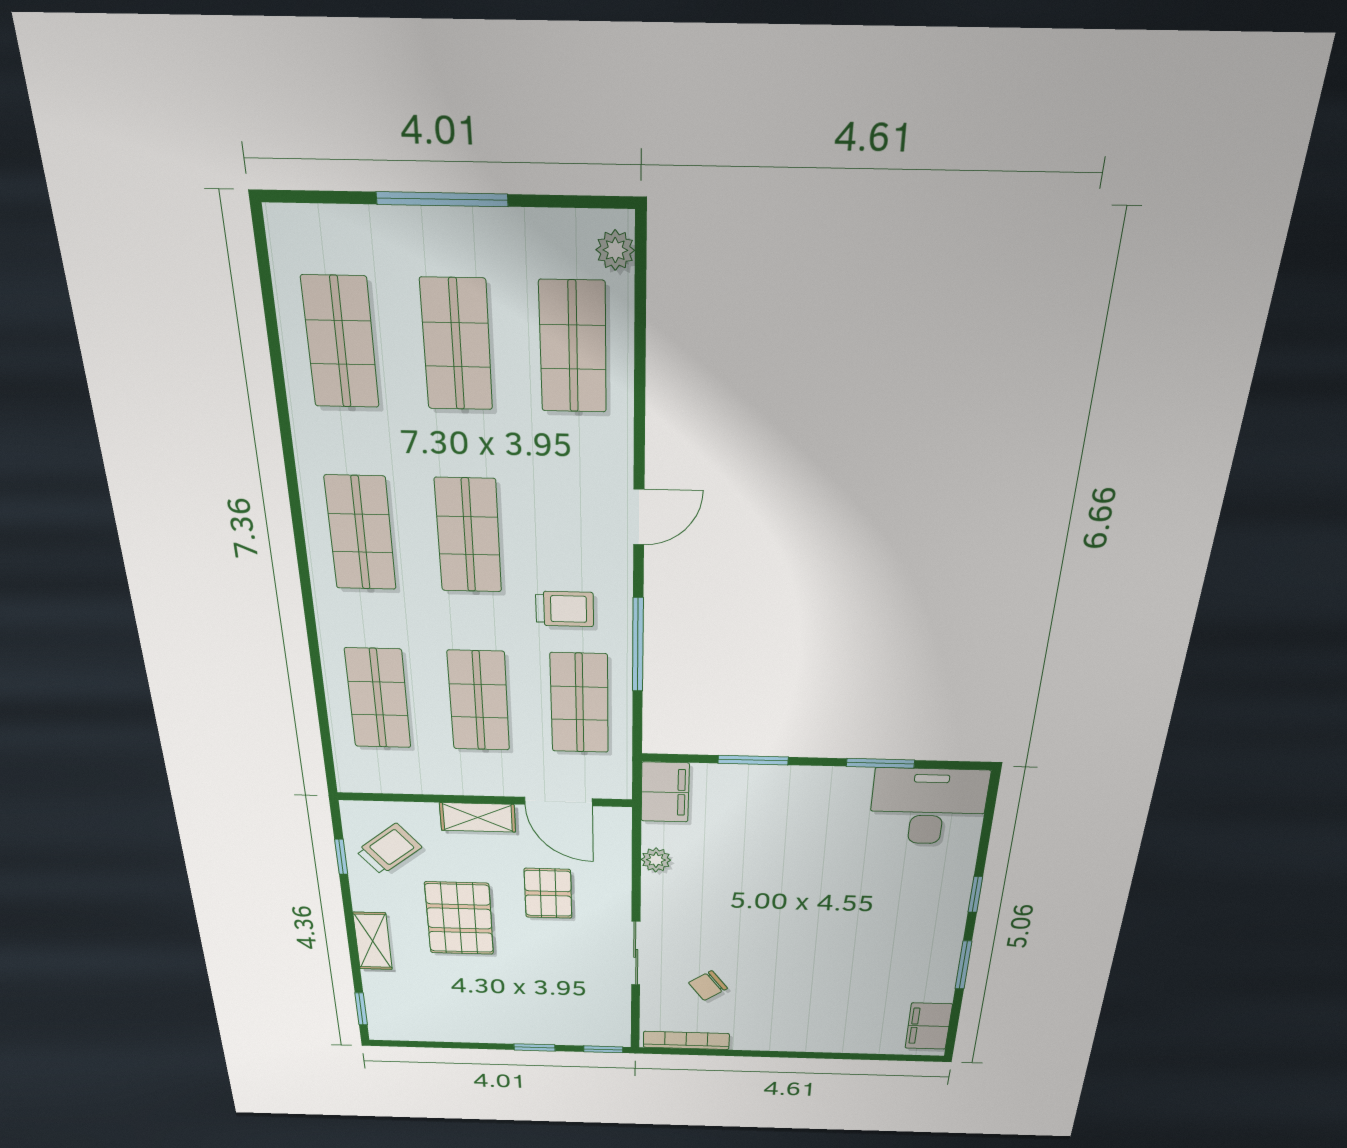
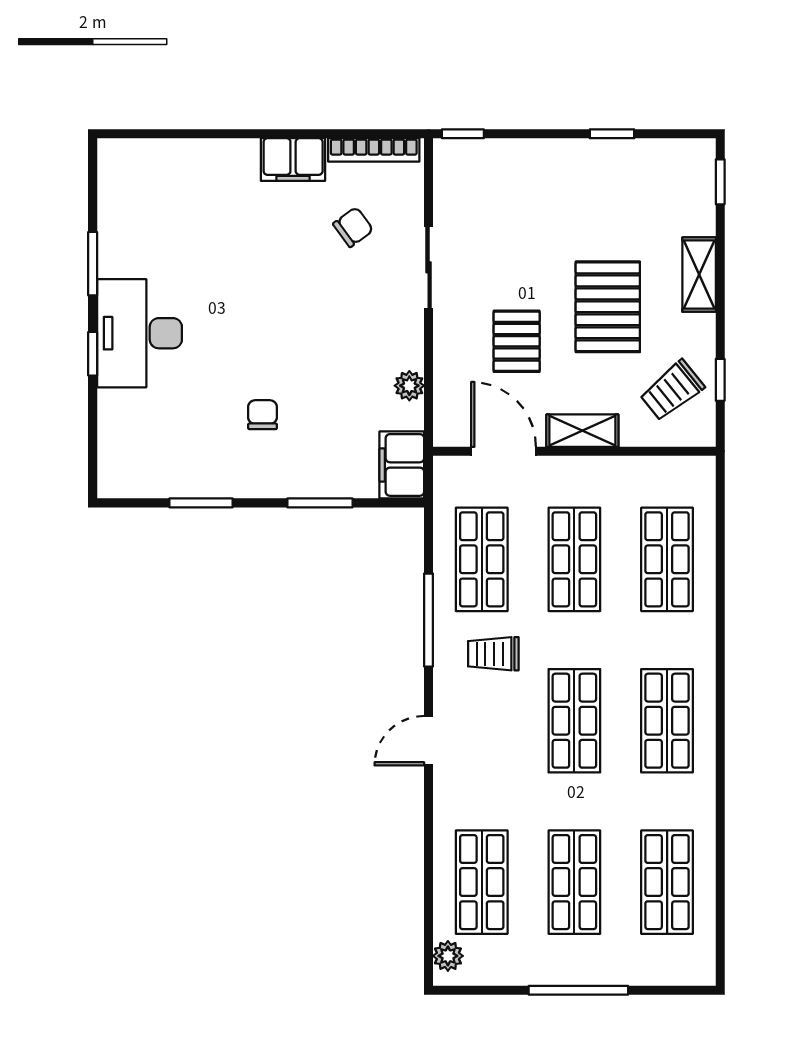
desk: (928, 807) -> (139, 333), moved, turned 90
chair: (808, 839) -> (263, 415), added
filing cabinet: (929, 1026) -> (293, 160), moved, turned 90
window: (534, 1047) -> (612, 134), moved

